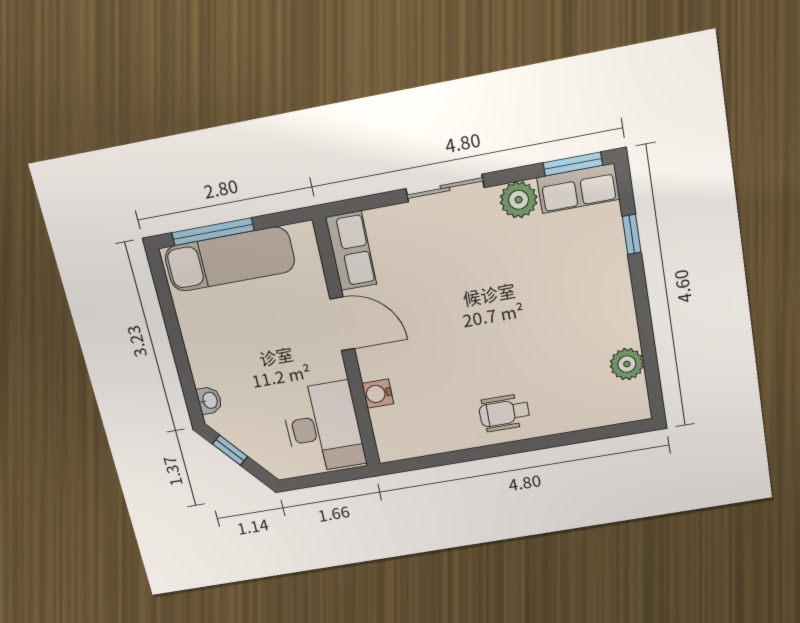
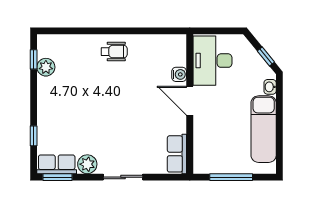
window: (213, 232) -> (231, 177), moved
exam couch: (230, 259) -> (264, 129), moved, turned -90
door: (342, 324) -> (190, 101), moved
window: (652, 374) -> (34, 59), added

